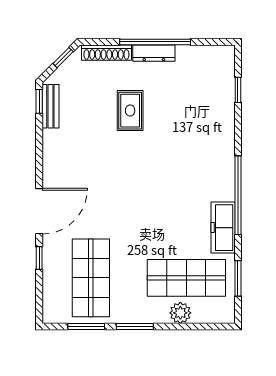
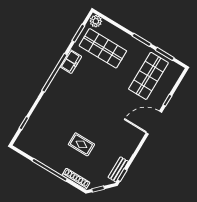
dresser: (154, 53) -> (53, 165), removed
rug: (130, 111) -> (81, 144), turned 90
freezer: (223, 228) -> (71, 62), width x0.71
plant: (180, 313) -> (96, 21), moved

